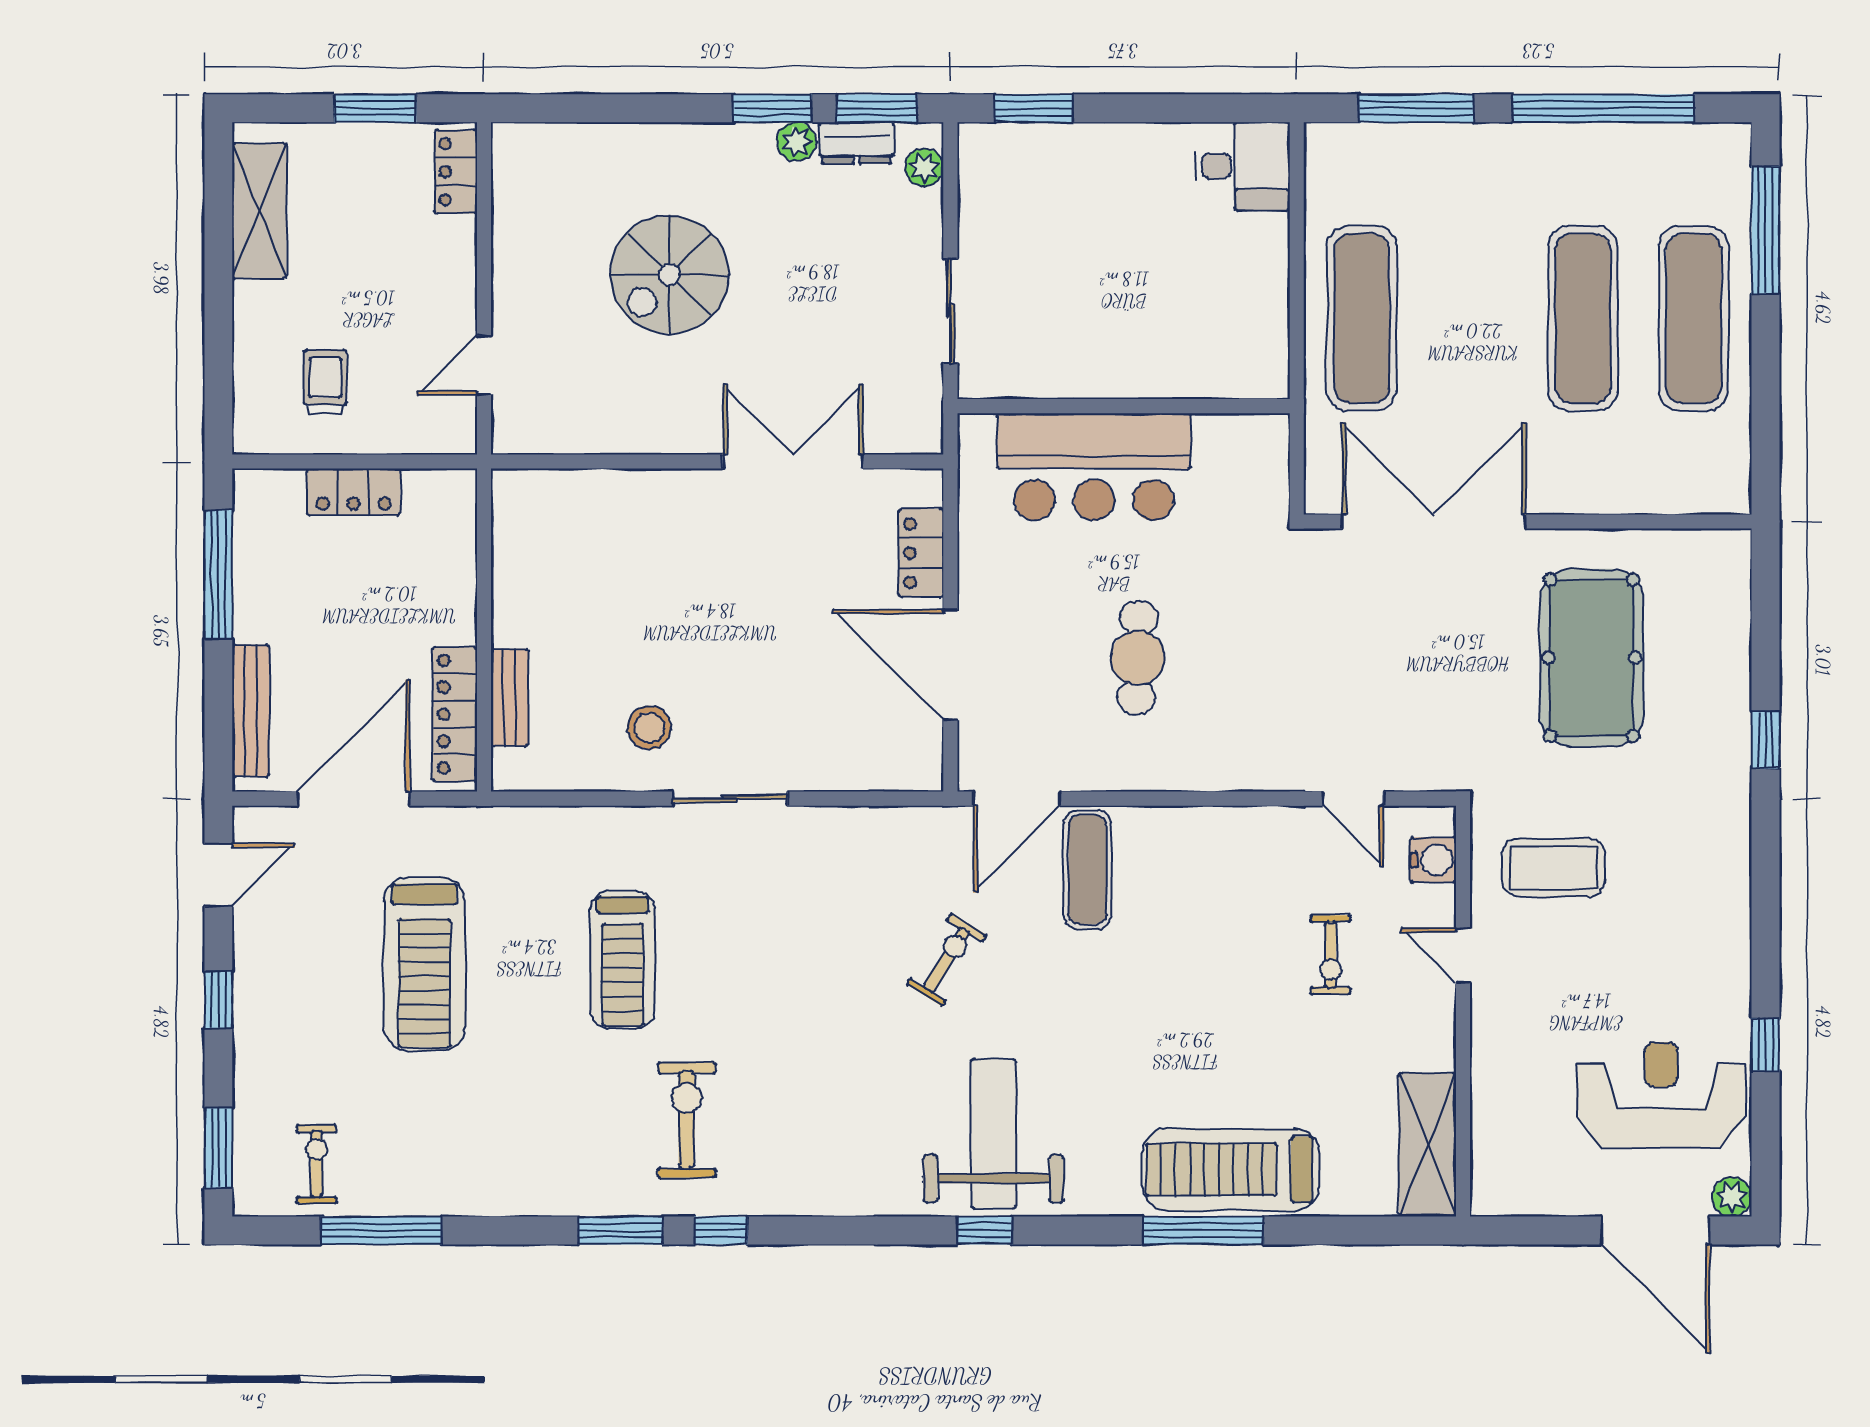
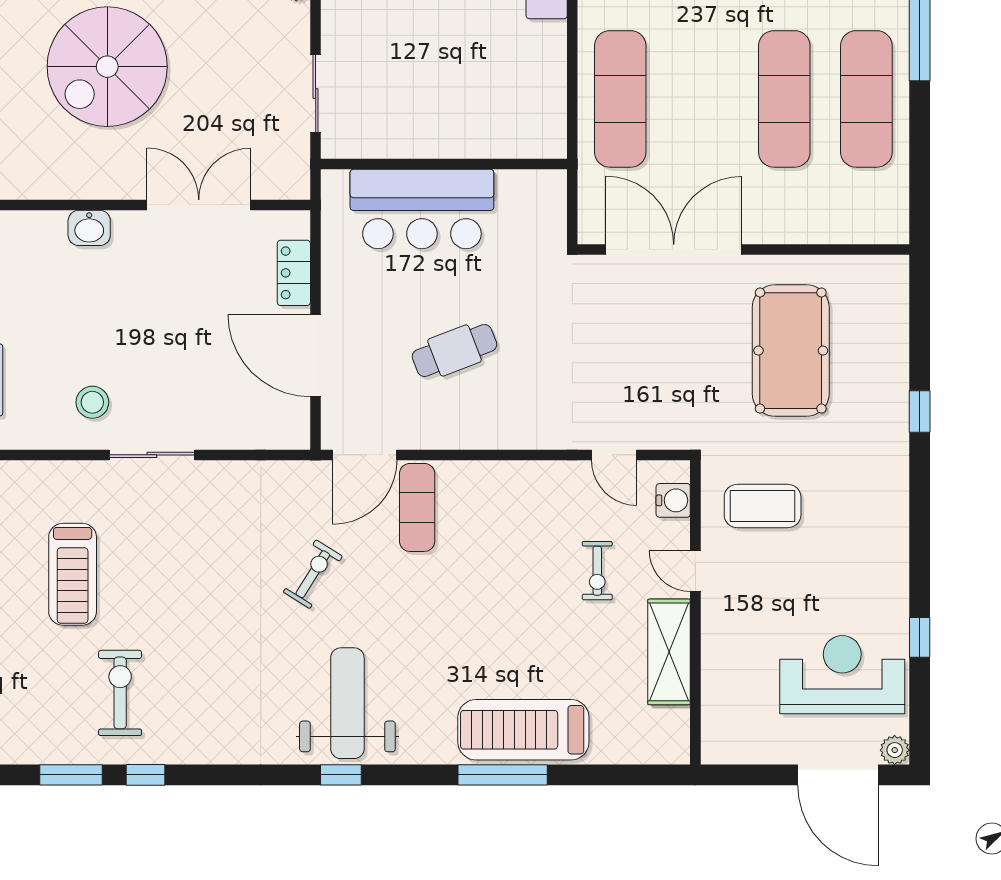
spiral stairs: (669, 275) -> (107, 67), width x1.37, depth x1.37
washbasin: (645, 492) -> (89, 228), added
cafe table: (1138, 658) -> (454, 351), turned 67
shelving: (1427, 1144) -> (669, 652), moved

